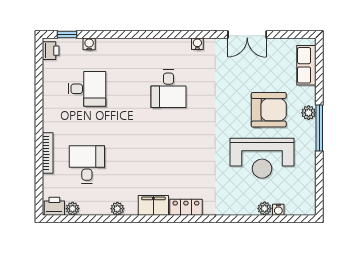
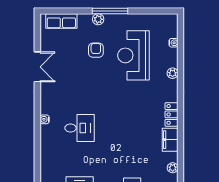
water cooler: (197, 44) -> (45, 119), moved
armchair: (269, 110) -> (96, 50), width x0.53, depth x0.53
reception desk: (262, 158) -> (133, 55), turned 180
plant: (265, 209) -> (173, 73), moved

